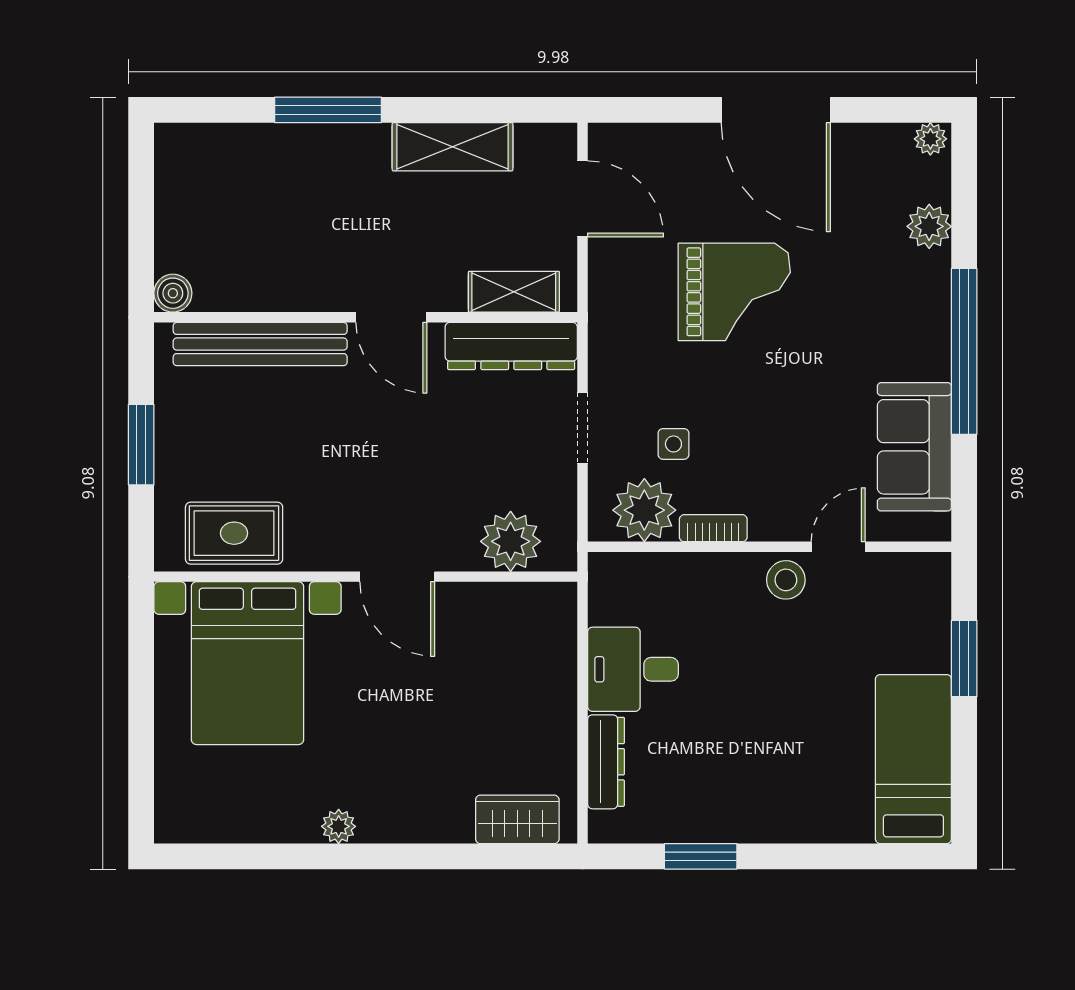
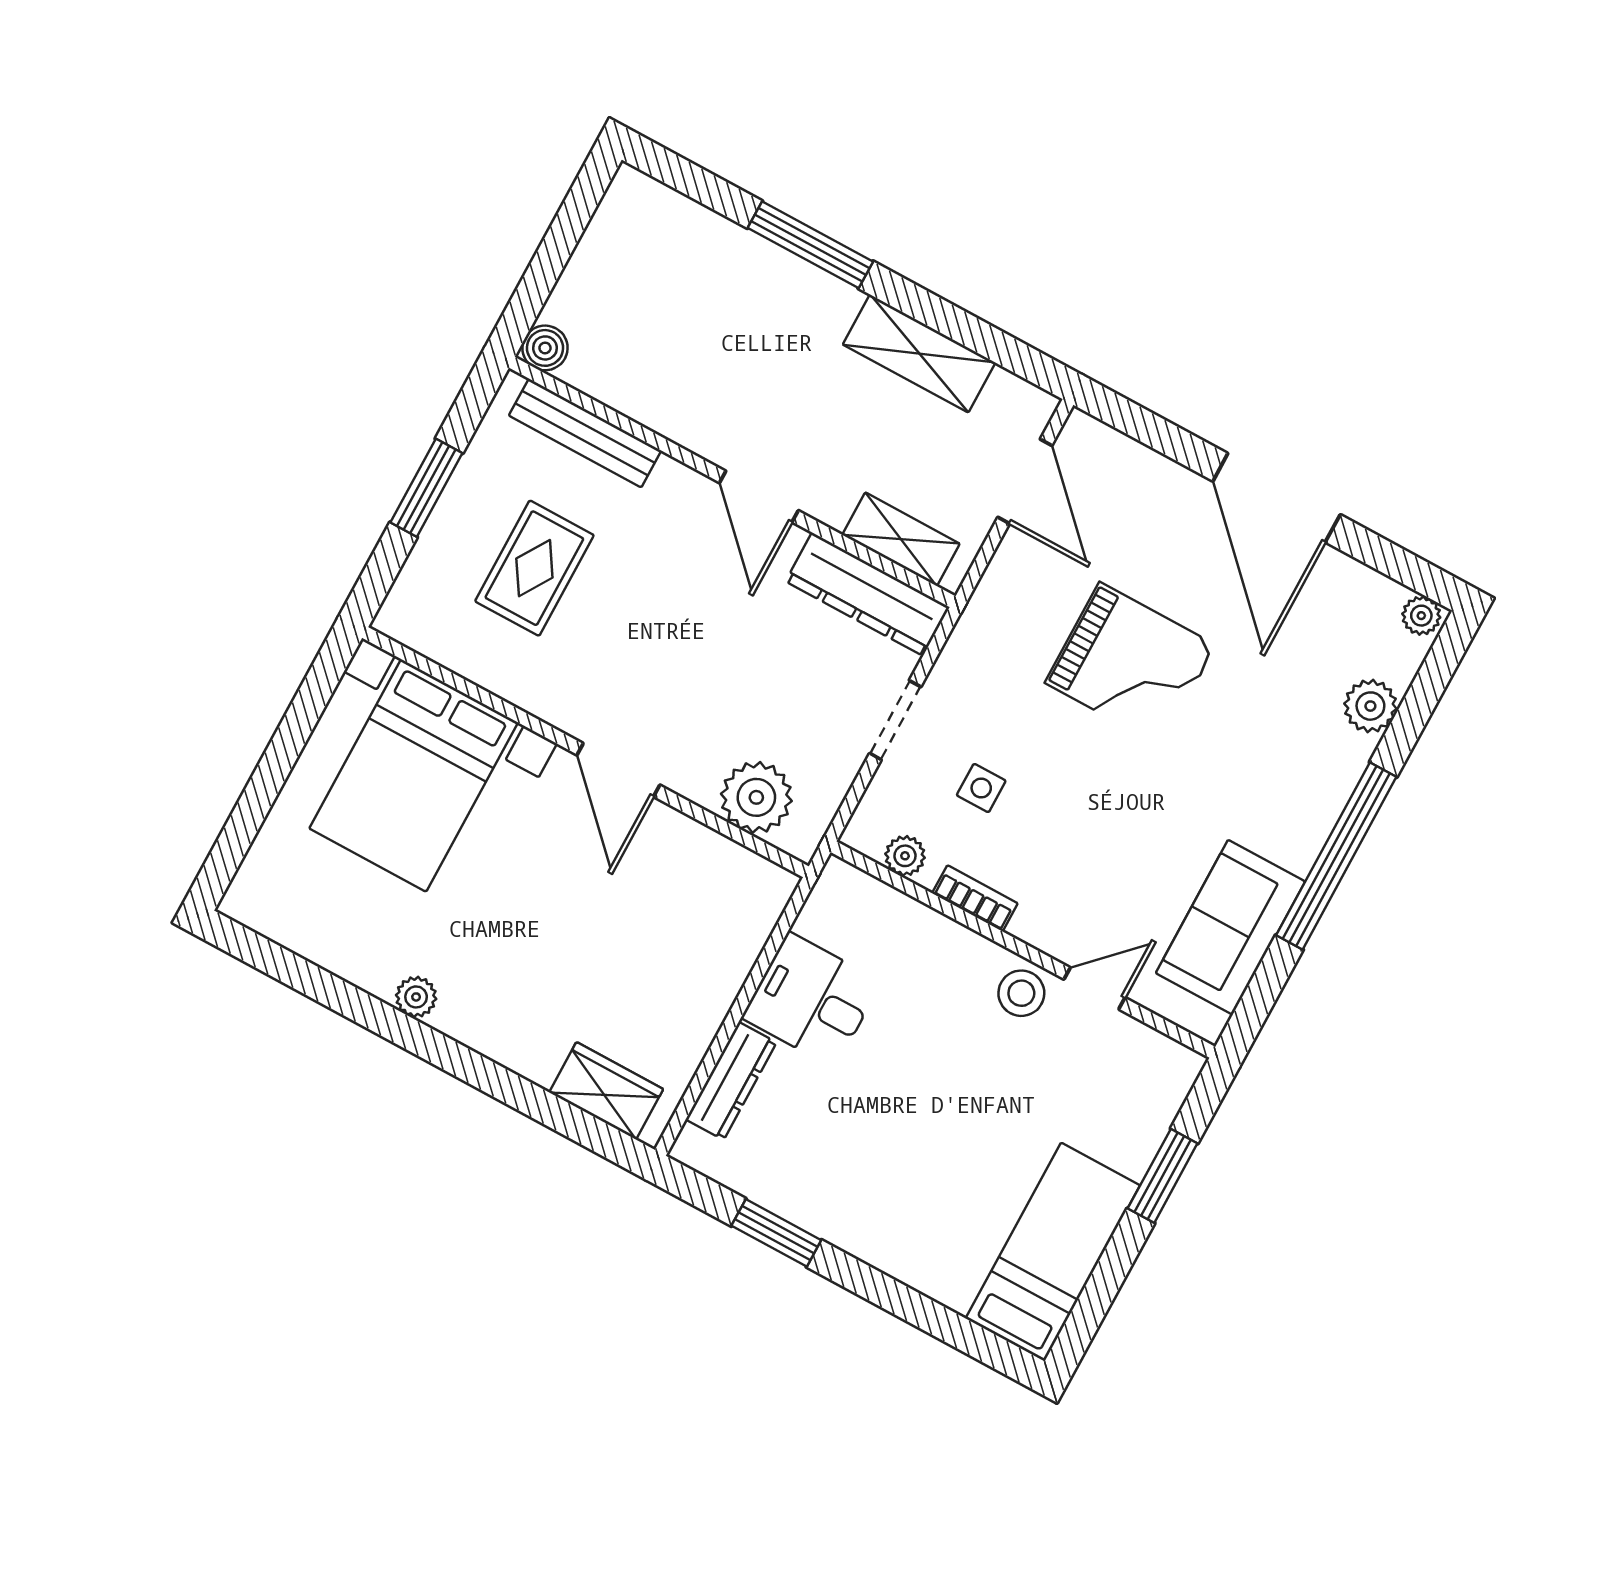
bench: (260, 344) -> (585, 433), width x0.73, depth x0.82
plant: (644, 510) -> (905, 856), width x0.53, depth x0.53
rug: (234, 533) -> (534, 568), moved, turned 90

